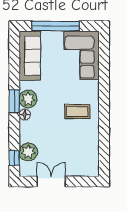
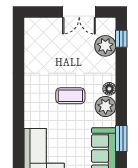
window: (14, 101) -> (121, 138), moved
coffee table: (77, 112) -> (70, 96), moved

